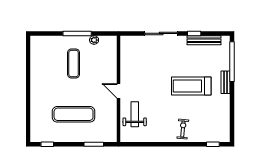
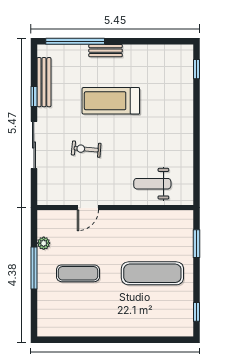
treadmill: (191, 86) -> (111, 101), turned 90
door: (118, 91) -> (88, 208), moved
exercise mat: (74, 114) -> (152, 273), turned 90
exercise bike: (183, 129) -> (86, 149), moved

